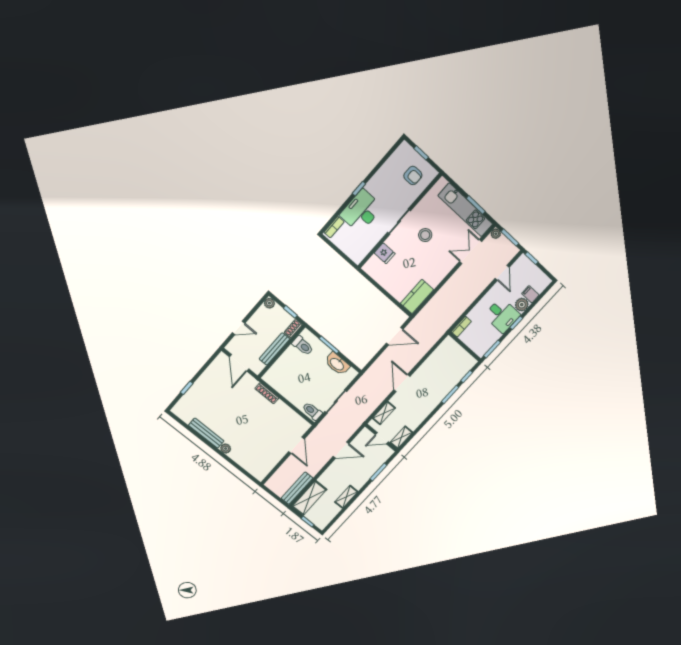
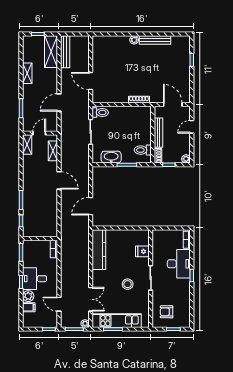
kitchen counter: (417, 297) -> (99, 250), width x1.50

